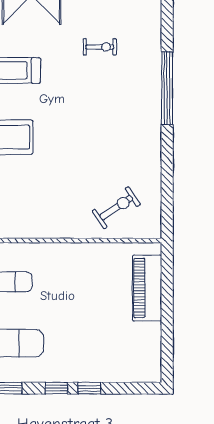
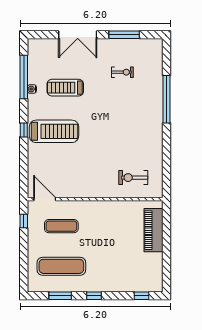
exercise bike: (116, 208) -> (133, 178), turned -146
window: (89, 388) -> (141, 296), moved

